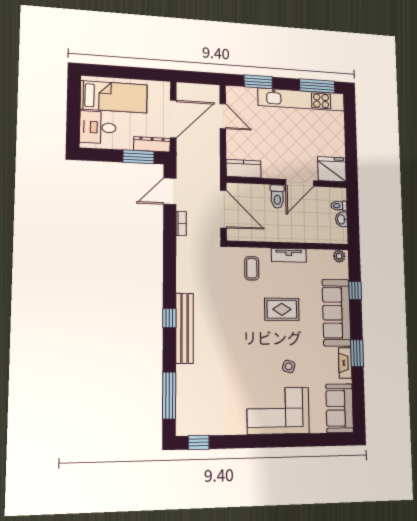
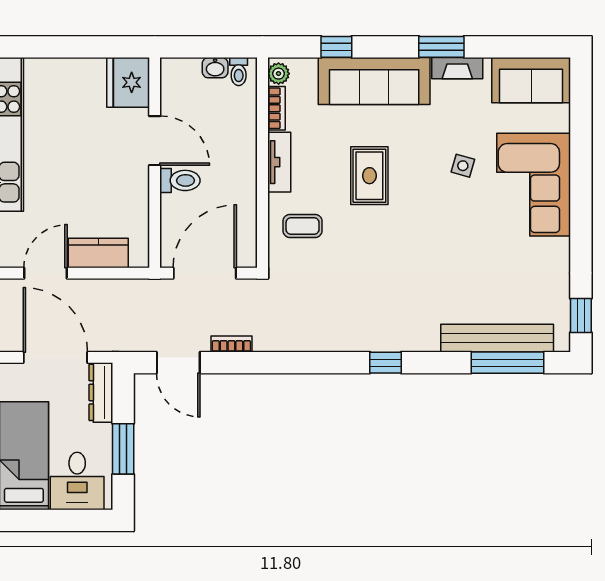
window: (138, 157) -> (123, 449), moved
kitchen counter: (244, 169) -> (98, 253), moved, turned 90
toilet: (339, 206) -> (239, 72), moved
bookcase: (320, 254) -> (276, 108), added
bench: (185, 328) -> (497, 338), moved

